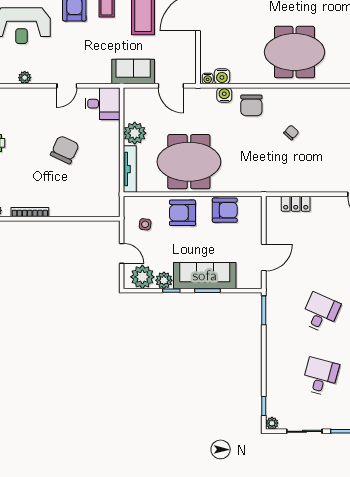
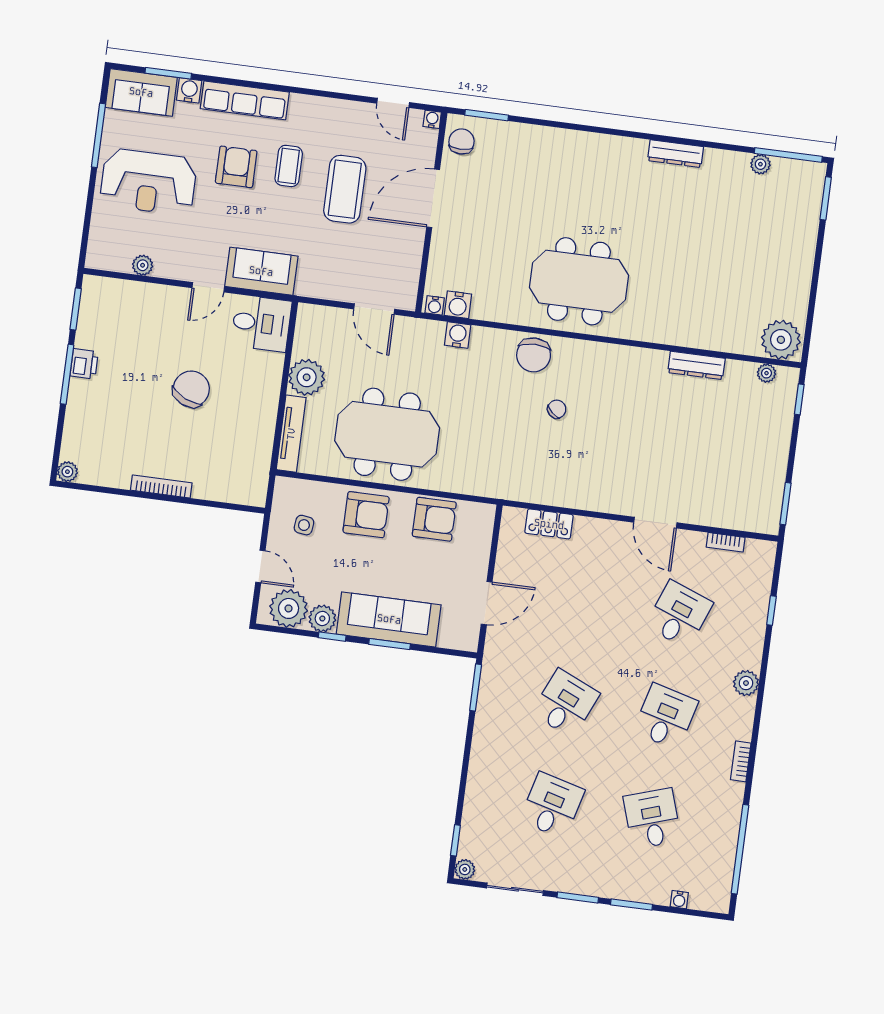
sofa: (133, 72) -> (261, 271), moved
chair: (251, 105) -> (534, 355), moved
bookcase: (30, 212) -> (161, 486), moved
armchair: (182, 213) -> (366, 515), turned 180

